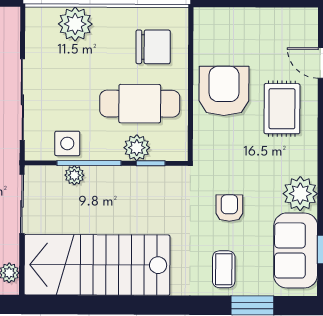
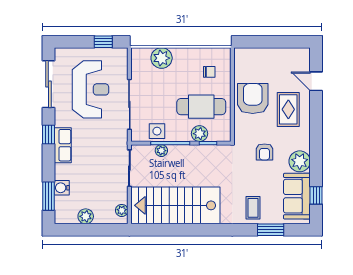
chair: (153, 47) -> (209, 72), width x0.54, depth x0.54
armchair: (229, 208) -> (264, 152), moved, turned 180

